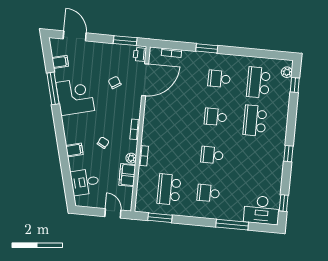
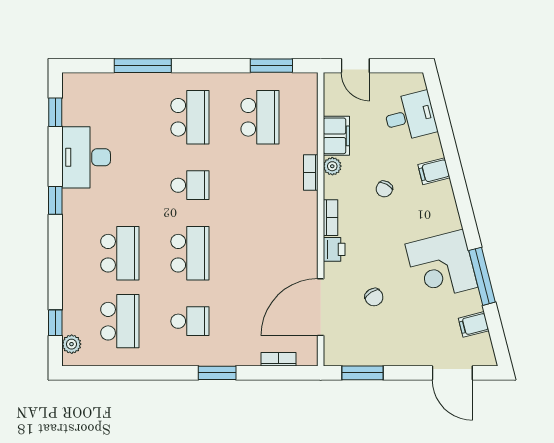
printer: (140, 54) -> (334, 249), moved
school desk: (216, 117) -> (190, 253), width x1.85
school desk: (208, 193) -> (190, 117), width x1.85
desk: (262, 210) -> (86, 157), moved, turned -90

